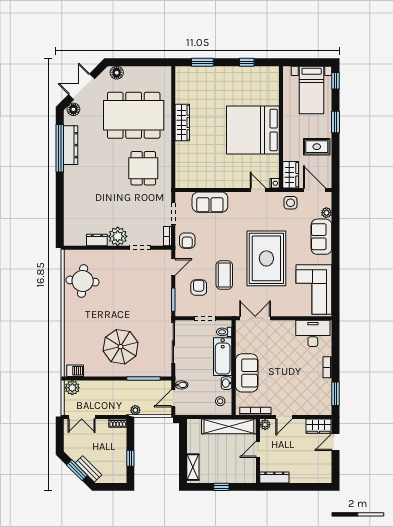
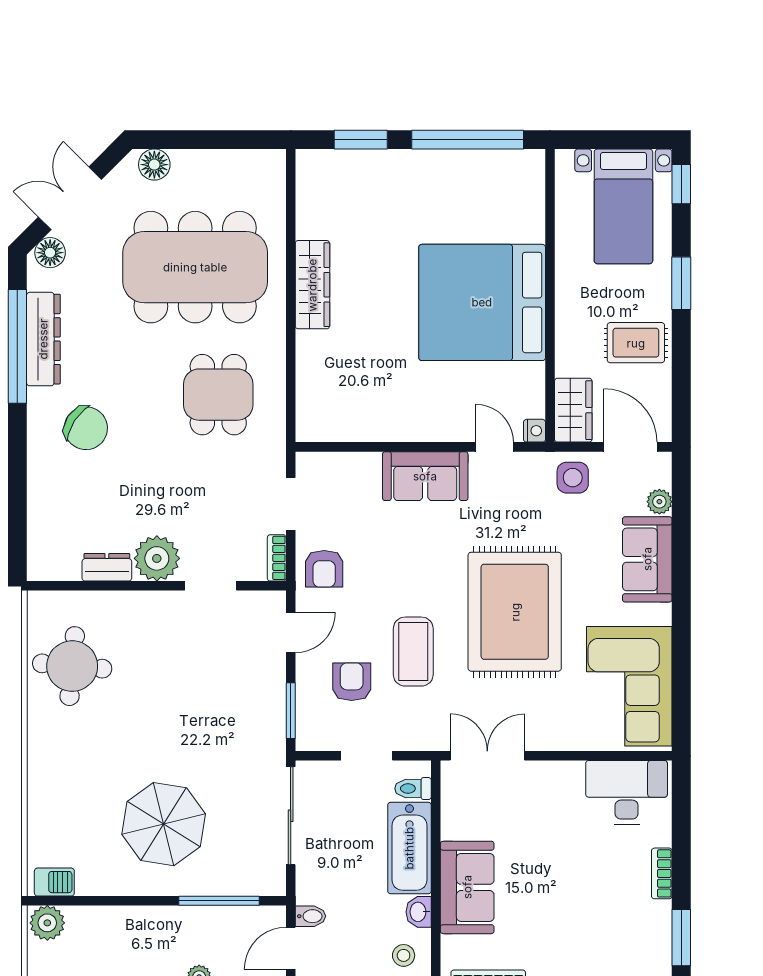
window: (247, 62) -> (468, 140), width x3.17
chair: (88, 182) -> (86, 428), added
sofa: (210, 202) -> (425, 476), moved

